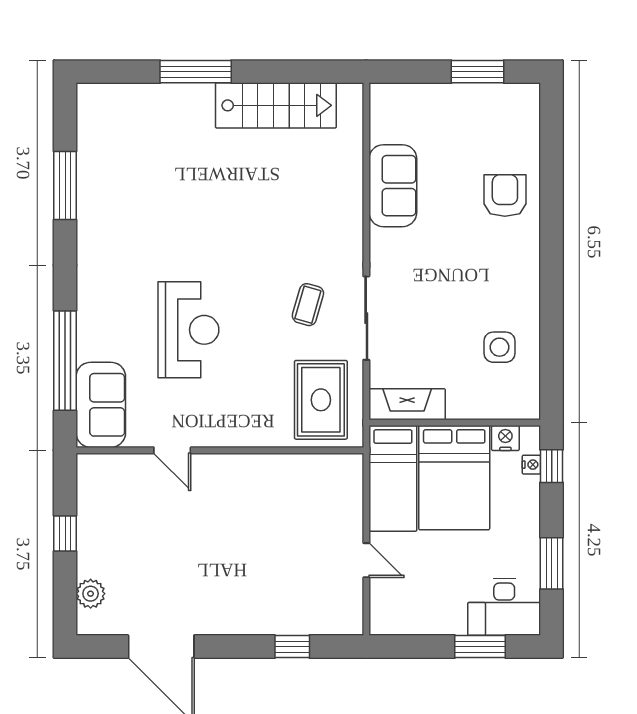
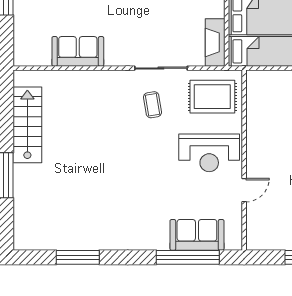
coffee table: (308, 305) -> (153, 105), turned 65
reception desk: (188, 330) -> (209, 153), moved, turned 180
sofa: (101, 405) -> (197, 235), moved

